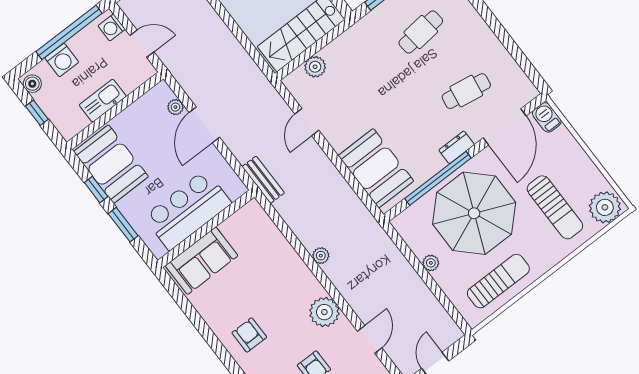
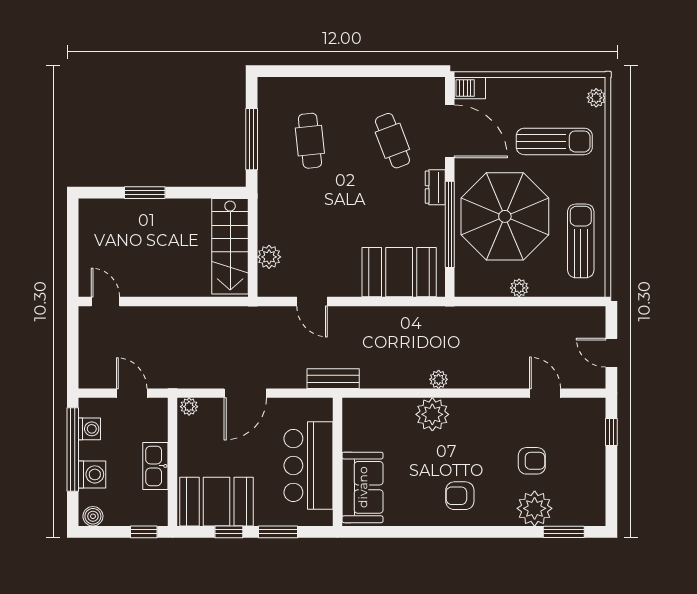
washing machine: (112, 28) -> (89, 429), moved, turned -90
door: (142, 44) -> (132, 393), hinge flipped
cafe table: (466, 91) -> (392, 141), turned -30
plant: (175, 107) -> (189, 407), moved
window: (37, 113) -> (144, 532), moved
door: (204, 125) -> (245, 393), hinge flipped
plant: (605, 207) -> (596, 98), width x0.53, depth x0.53
plant: (324, 312) -> (432, 414), moved

